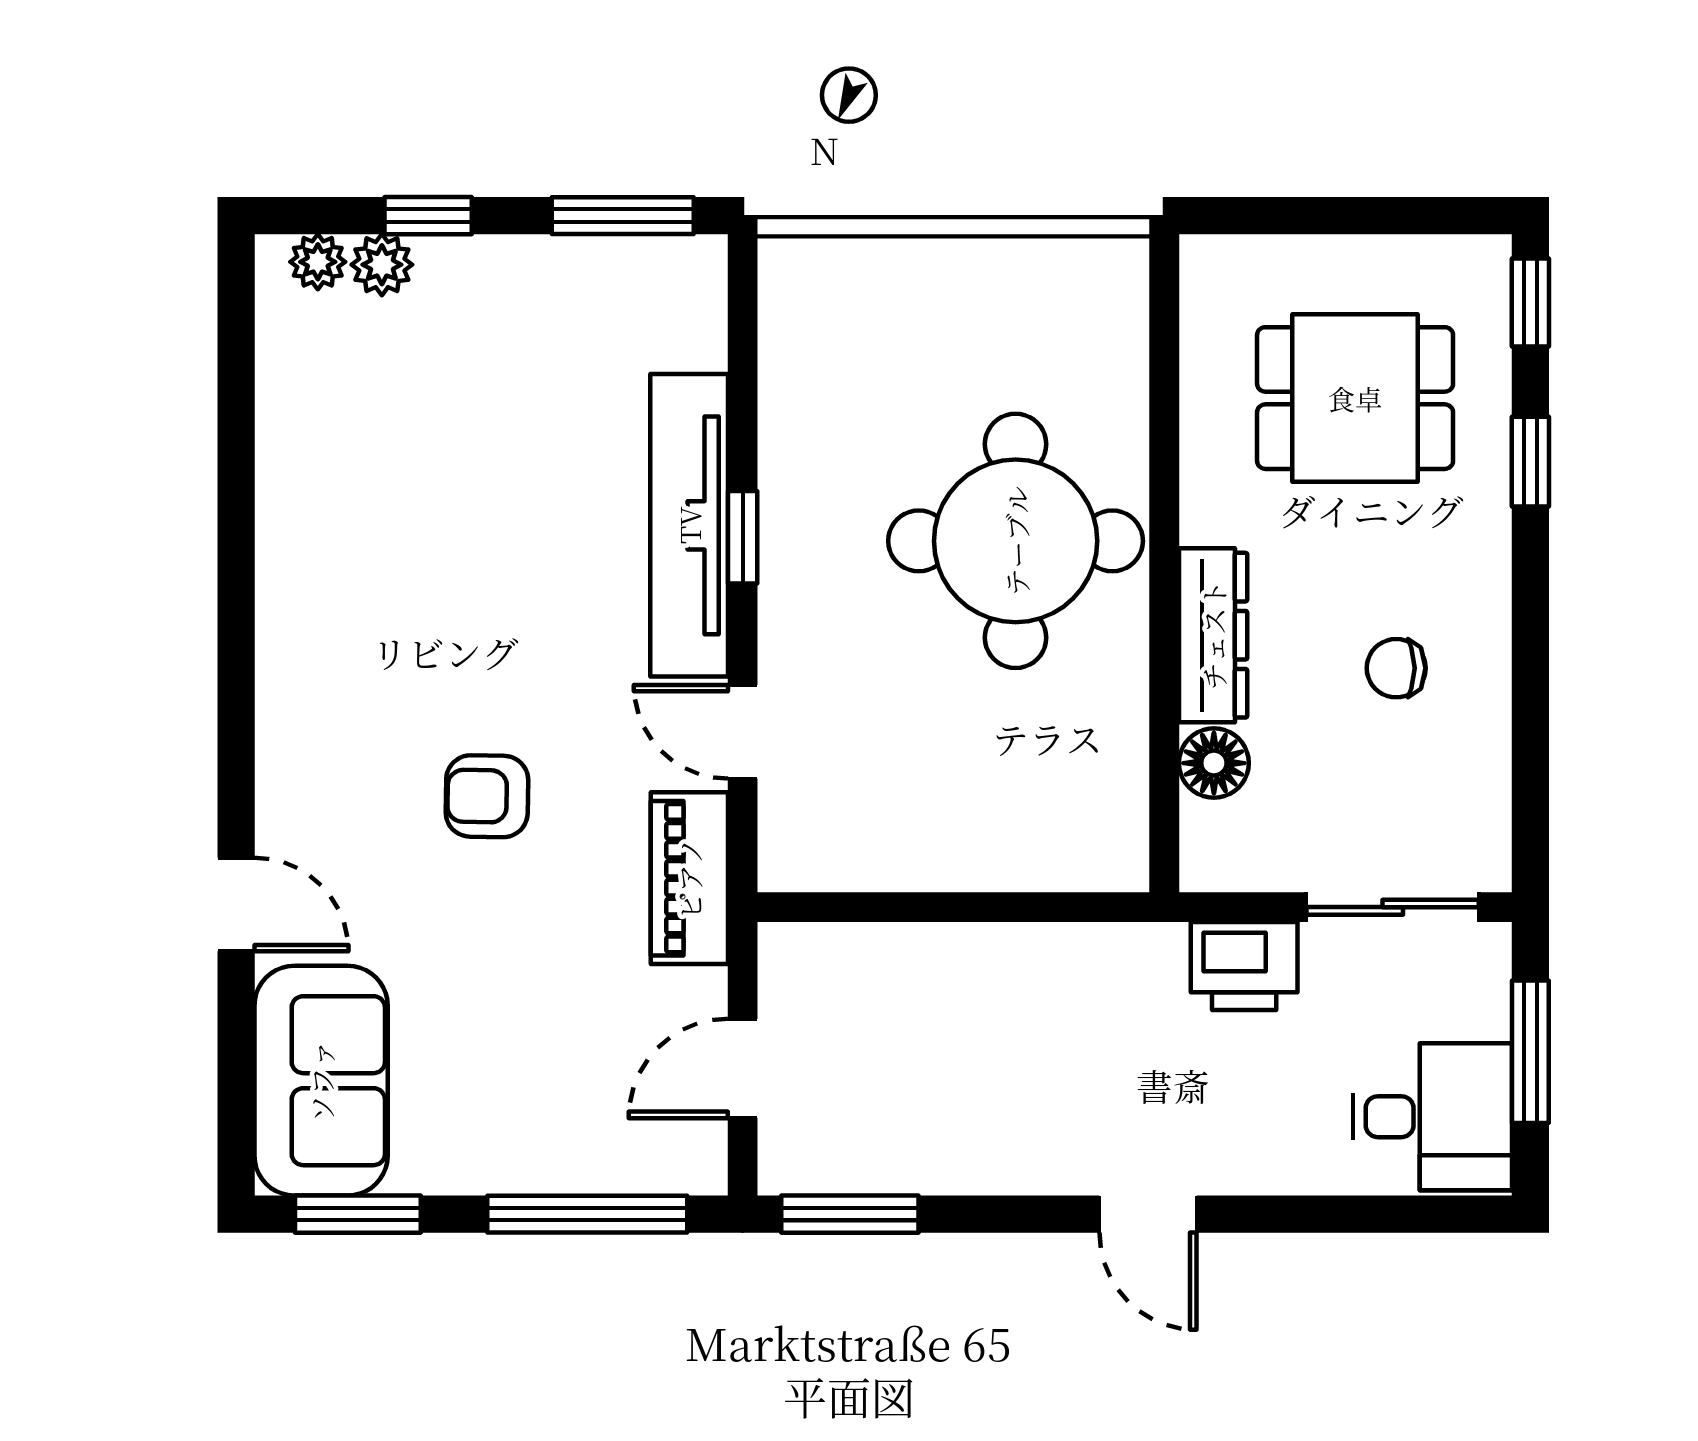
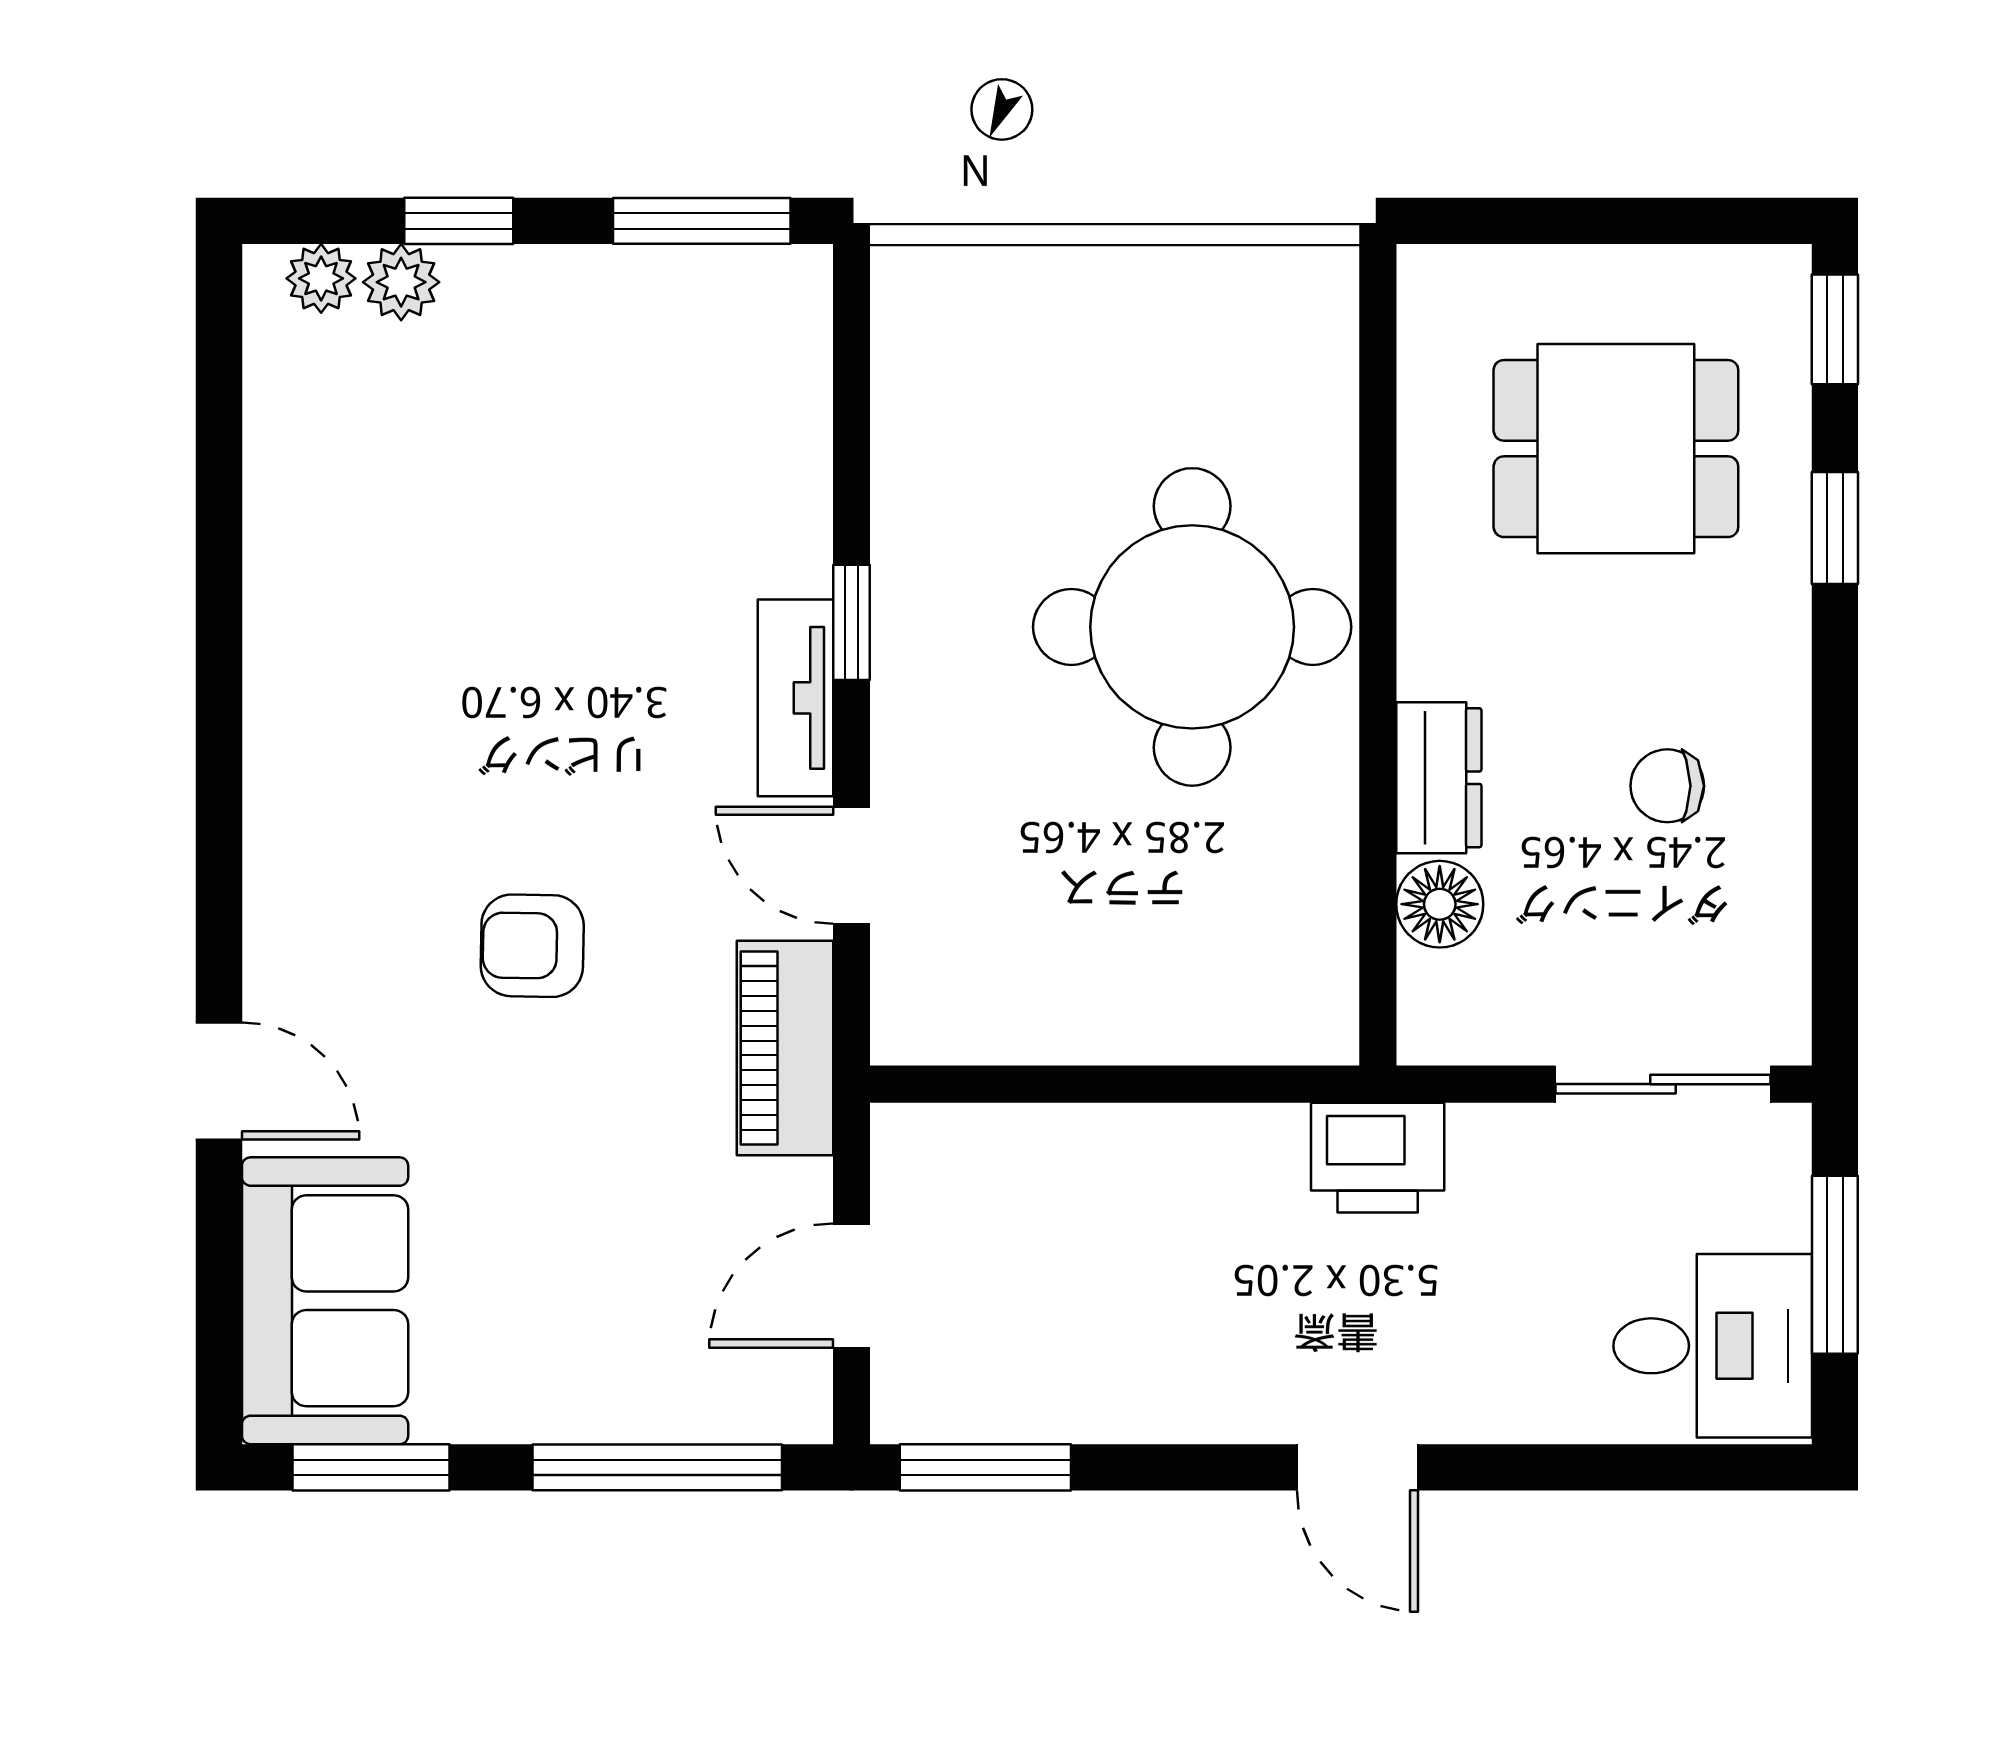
tv unit: (689, 525) -> (795, 698), width x0.52, depth x0.78
dresser: (1213, 635) -> (1439, 778), width x0.70
printer: (1244, 966) -> (1378, 1158), moved

